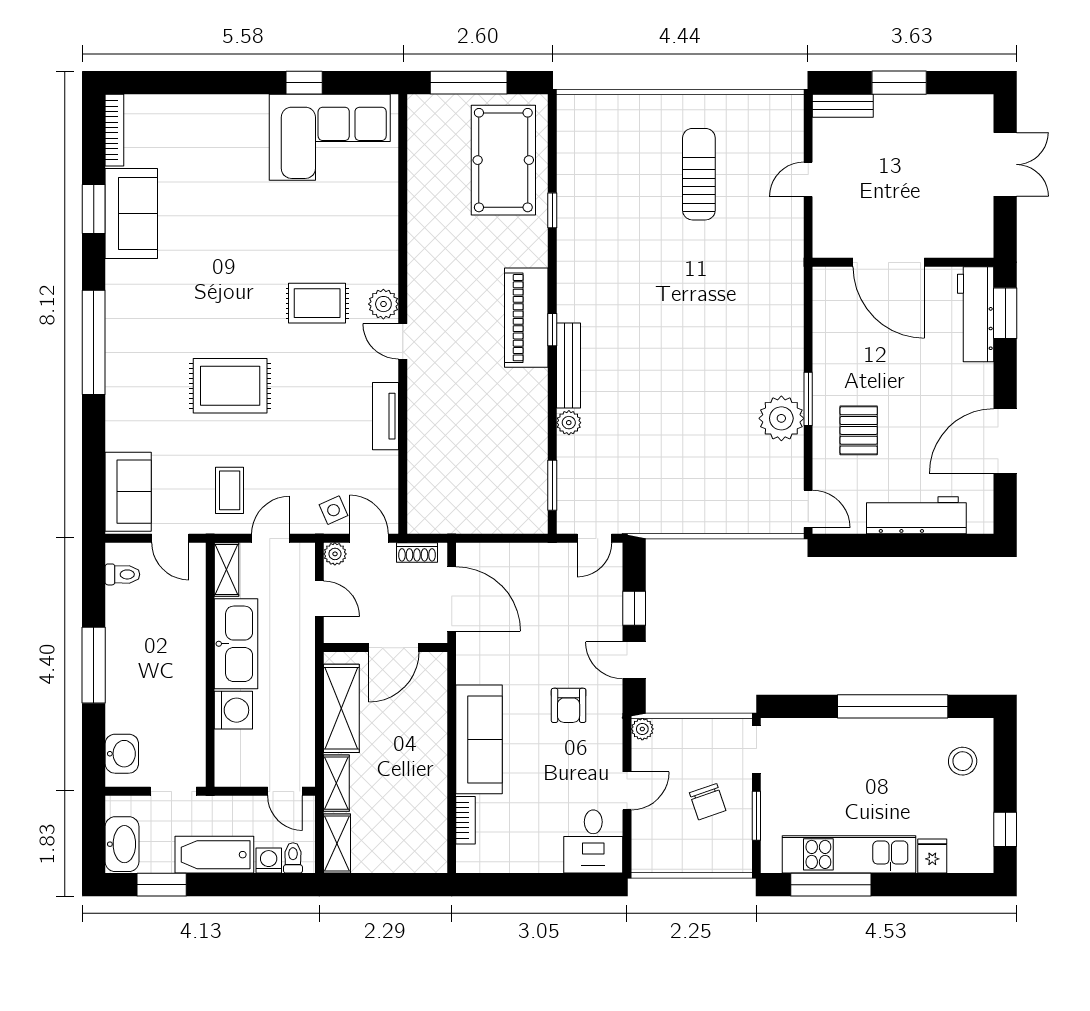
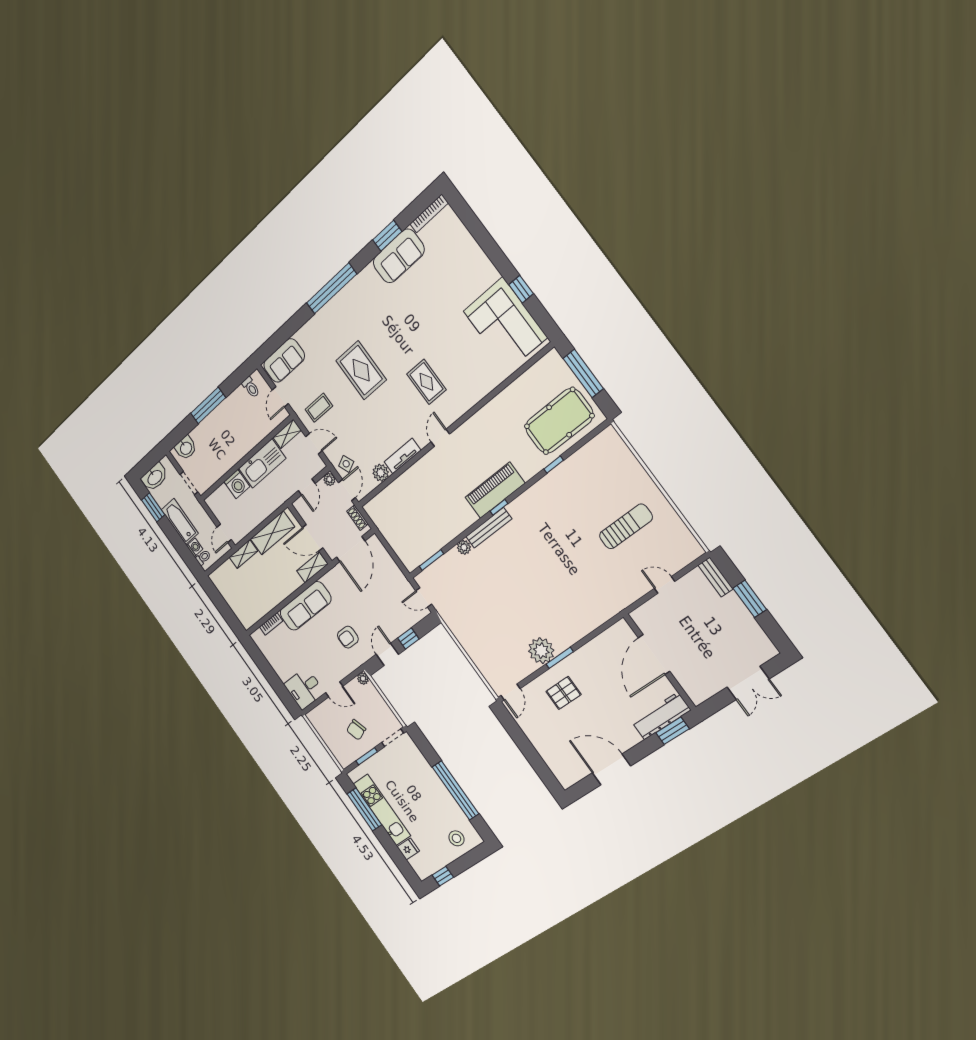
plant: (383, 304) -> (381, 473), moved
workbench: (916, 515) -> (546, 747), removed
shelving: (337, 843) -> (312, 568), moved

